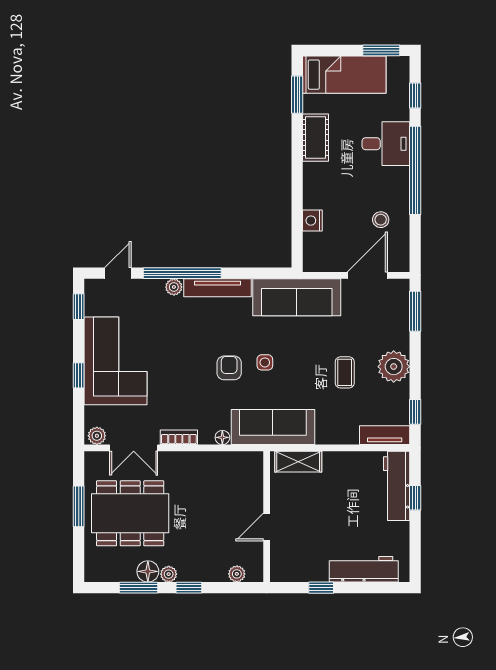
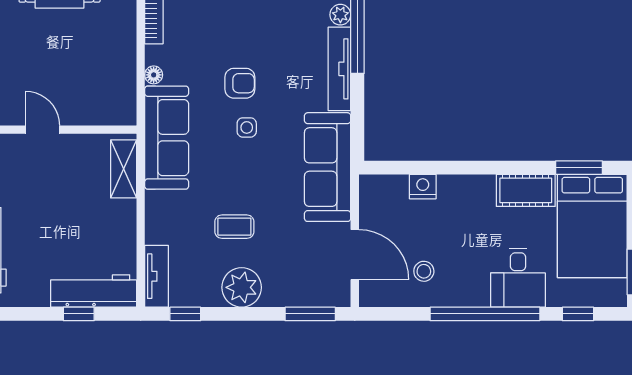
bed: (344, 75) -> (592, 226), width x1.50

